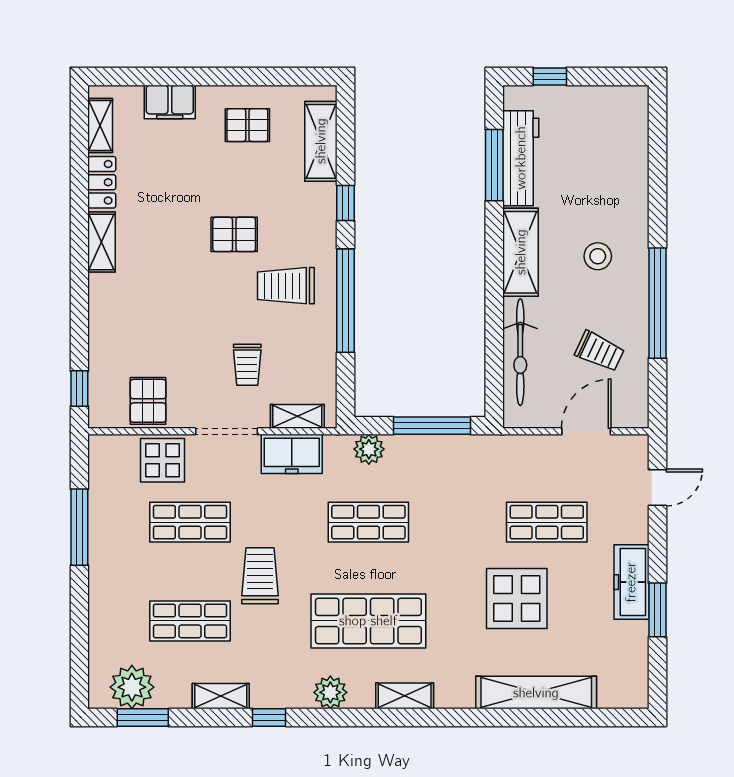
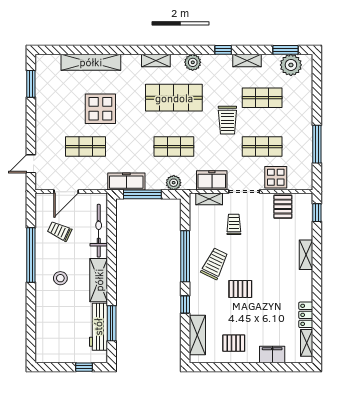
shelving: (101, 242) -> (306, 255), moved
trolley: (286, 286) -> (215, 264), turned -64
freezer: (631, 582) -> (126, 182), moved, turned -90
window: (657, 610) -> (31, 84), moved

